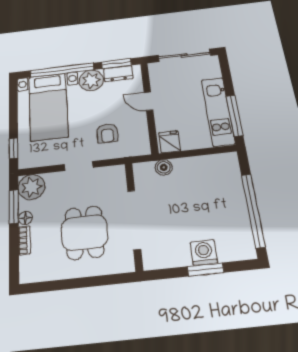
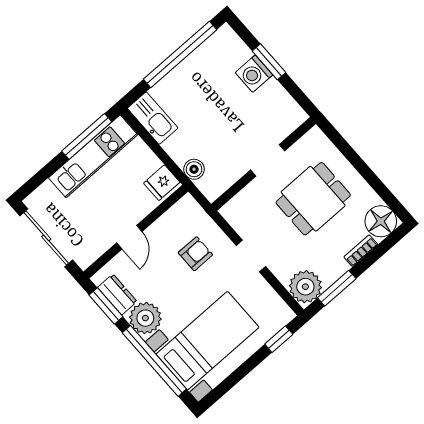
kitchen sink: (218, 163) -> (153, 118), added
floor lamp: (25, 218) -> (381, 221), moved, width x1.89, depth x1.89
doorway: (134, 220) -> (268, 160), width x0.53

